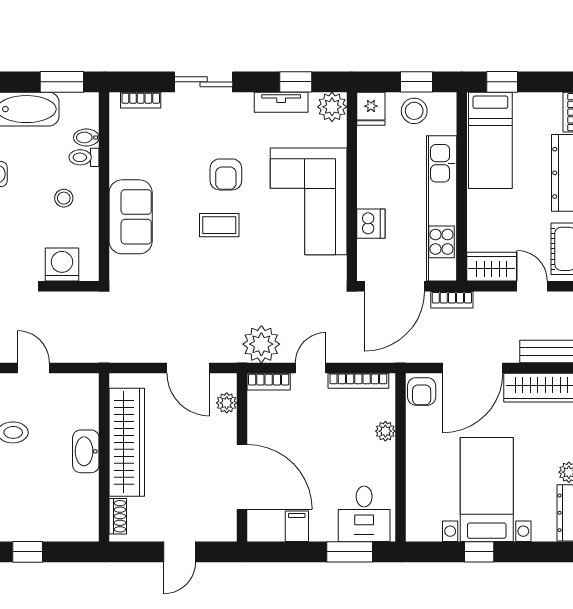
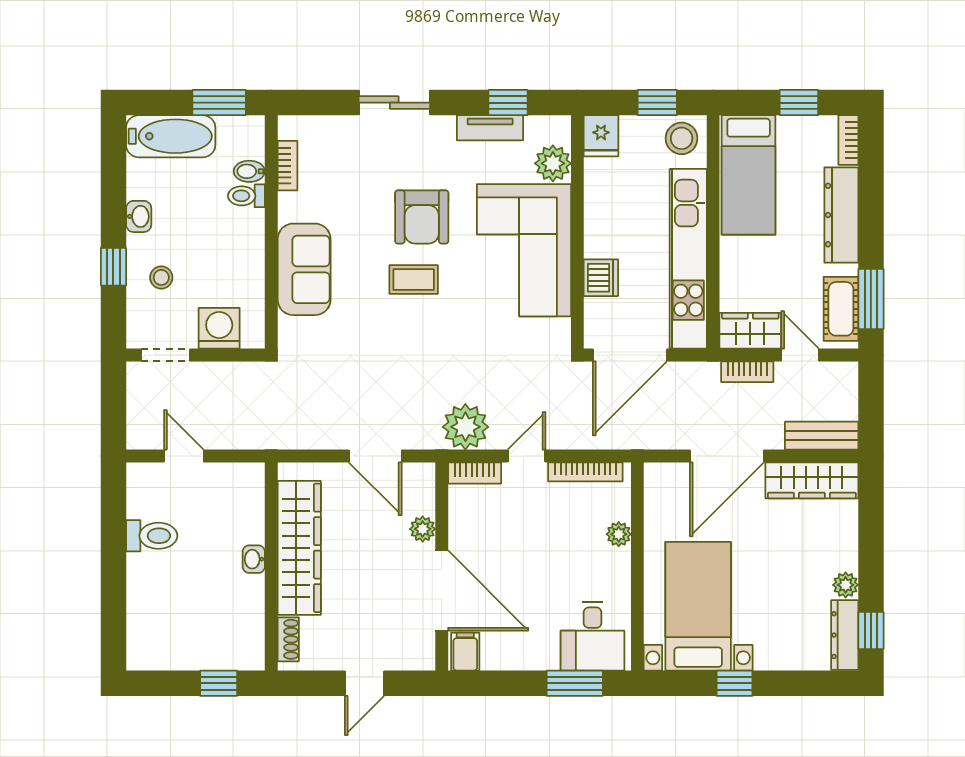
window: (502, 82) -> (799, 103), moved
bookcase: (141, 100) -> (287, 166), moved, turned -90
plant: (332, 107) -> (553, 163), moved
stool: (414, 111) -> (682, 138), moved
armchair: (226, 174) -> (422, 217), width x1.38, depth x1.38
stool: (64, 198) -> (161, 277), moved
bookcase: (452, 300) -> (747, 372), moved
armchair: (422, 391) -> (664, 485), removed
plant: (227, 403) -> (423, 529), moved
washbasin: (86, 451) -> (254, 559), width x0.52, depth x0.69
bed with nightstands: (487, 489) -> (698, 606), moved
filing cabinet: (297, 526) -> (465, 652), moved
window: (28, 552) -> (219, 683), moved

